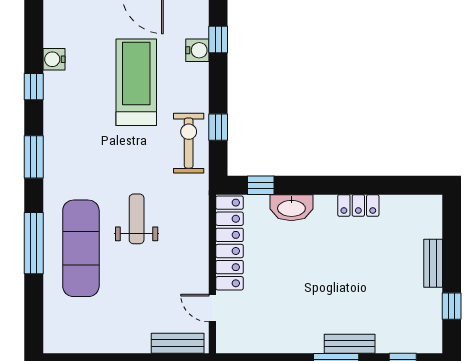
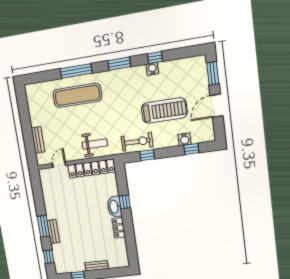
water cooler: (54, 59) -> (152, 69), moved
window: (261, 185) -> (125, 202), moved
washbasin: (291, 208) -> (114, 207), moved
weight bench: (137, 219) -> (95, 144), moved
bench: (178, 343) -> (38, 140), moved

